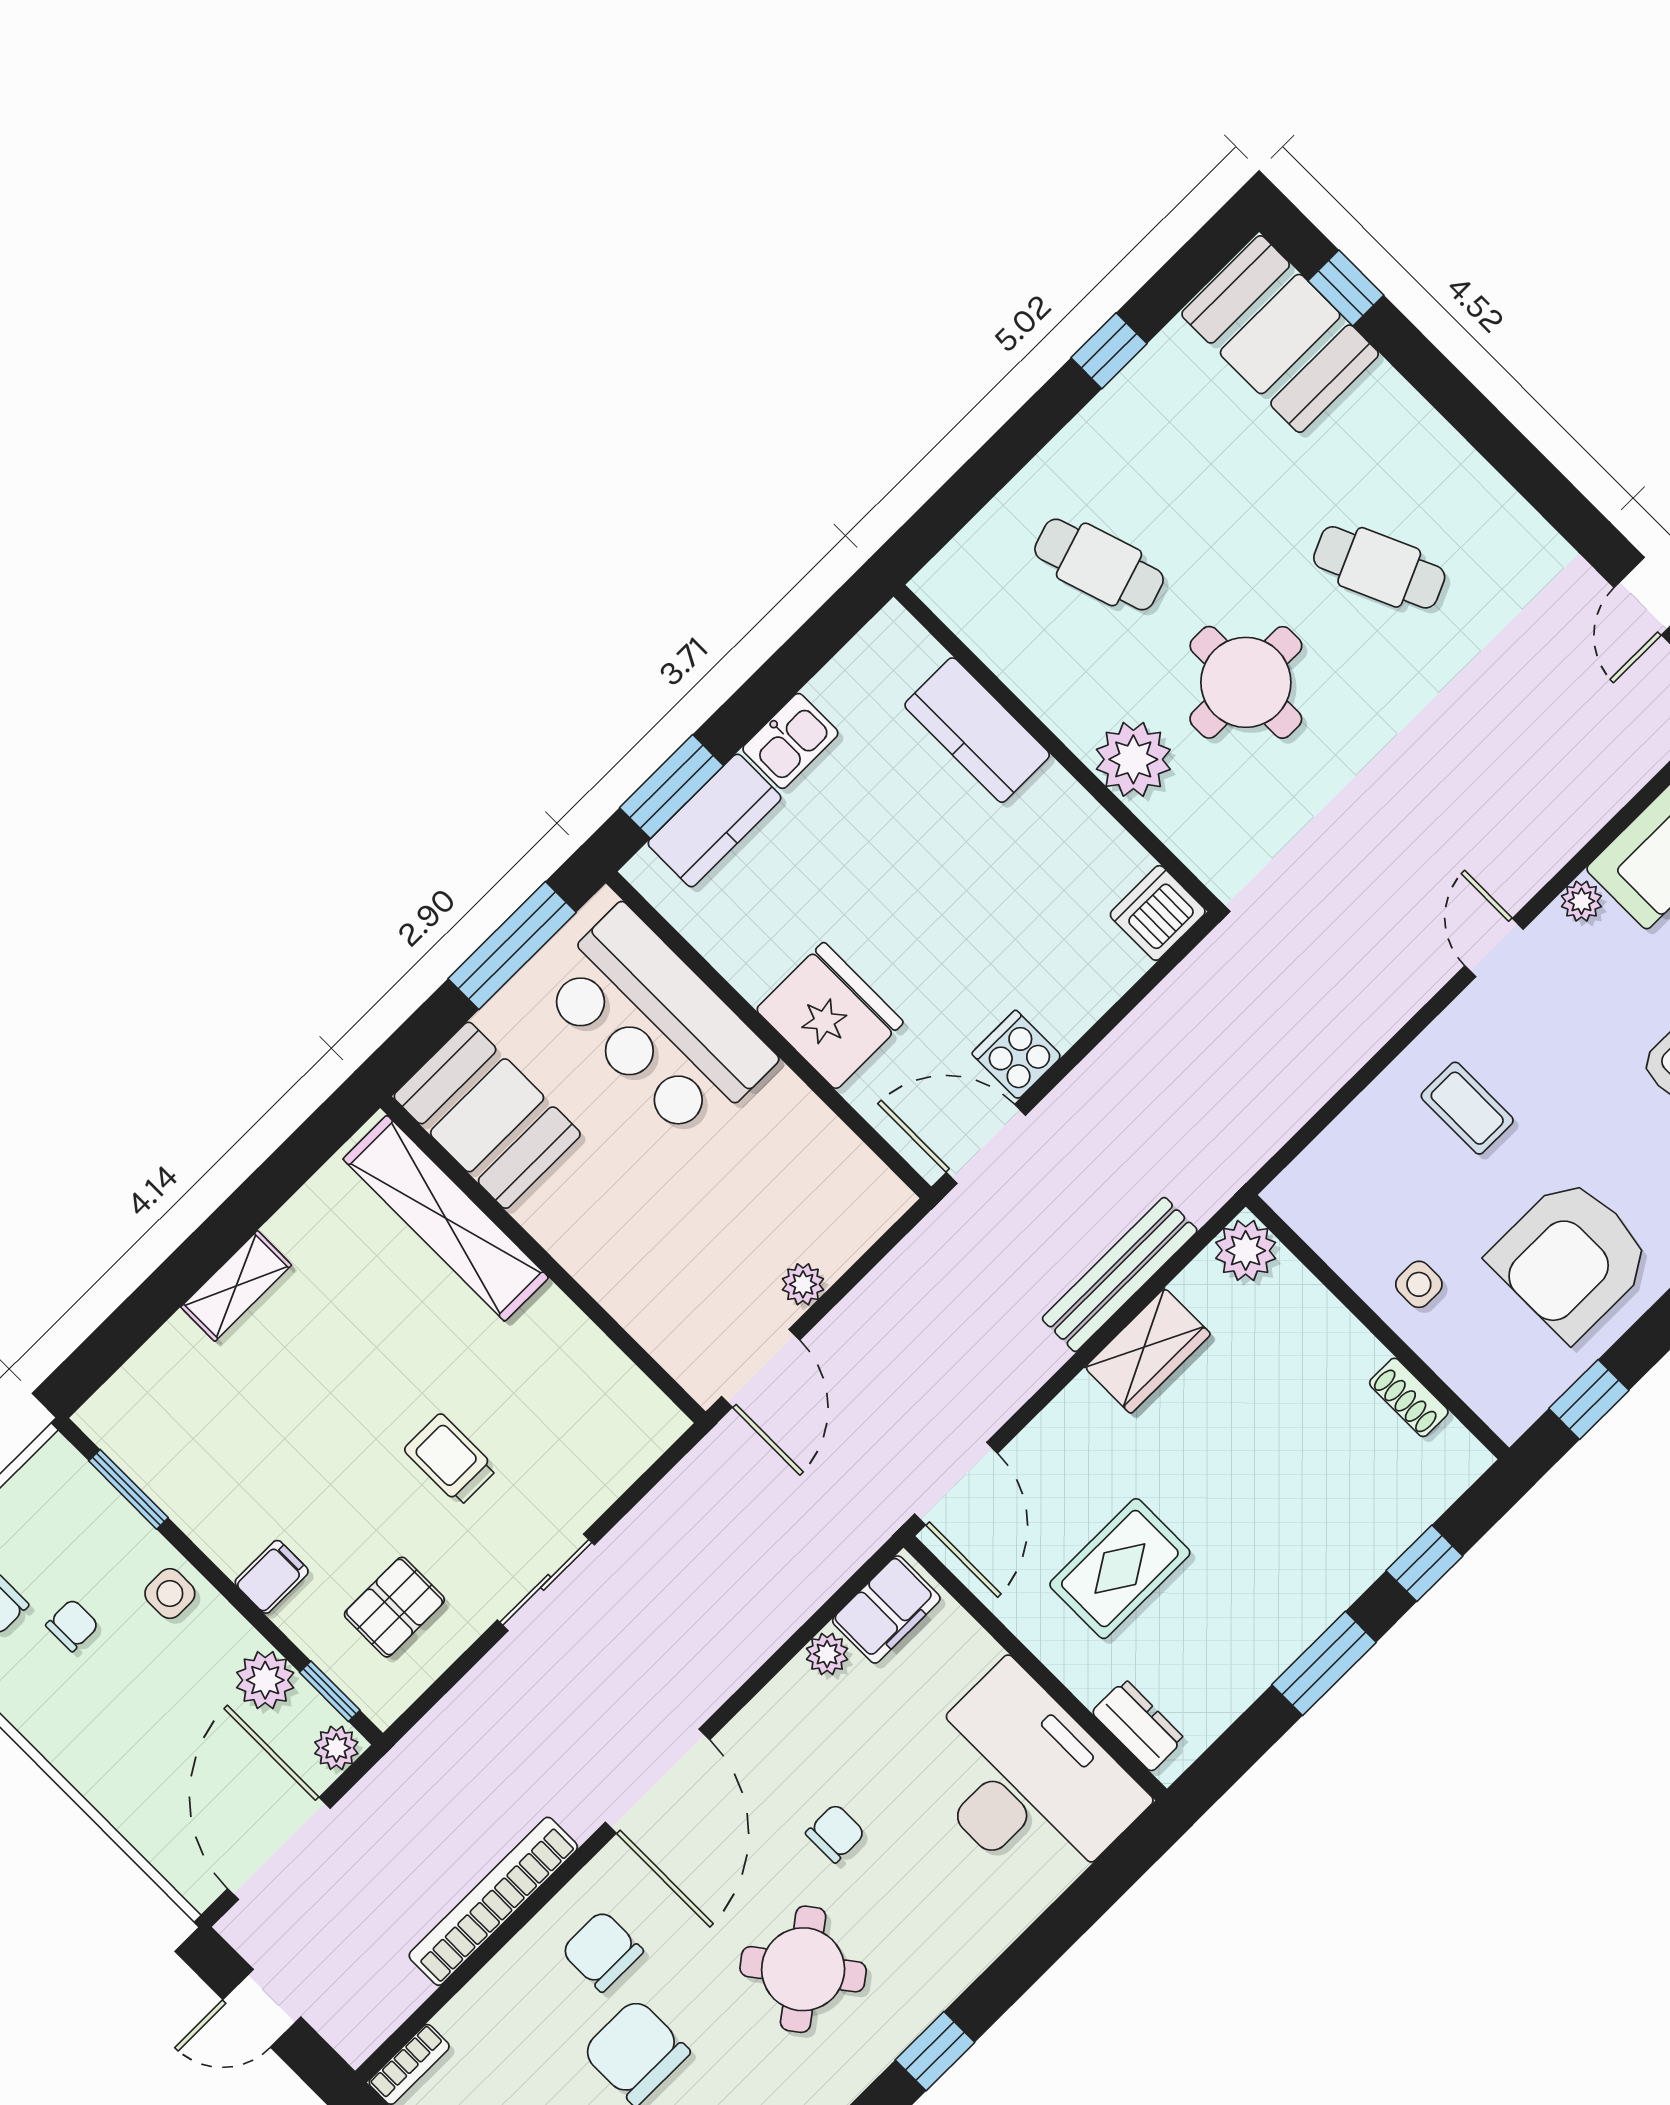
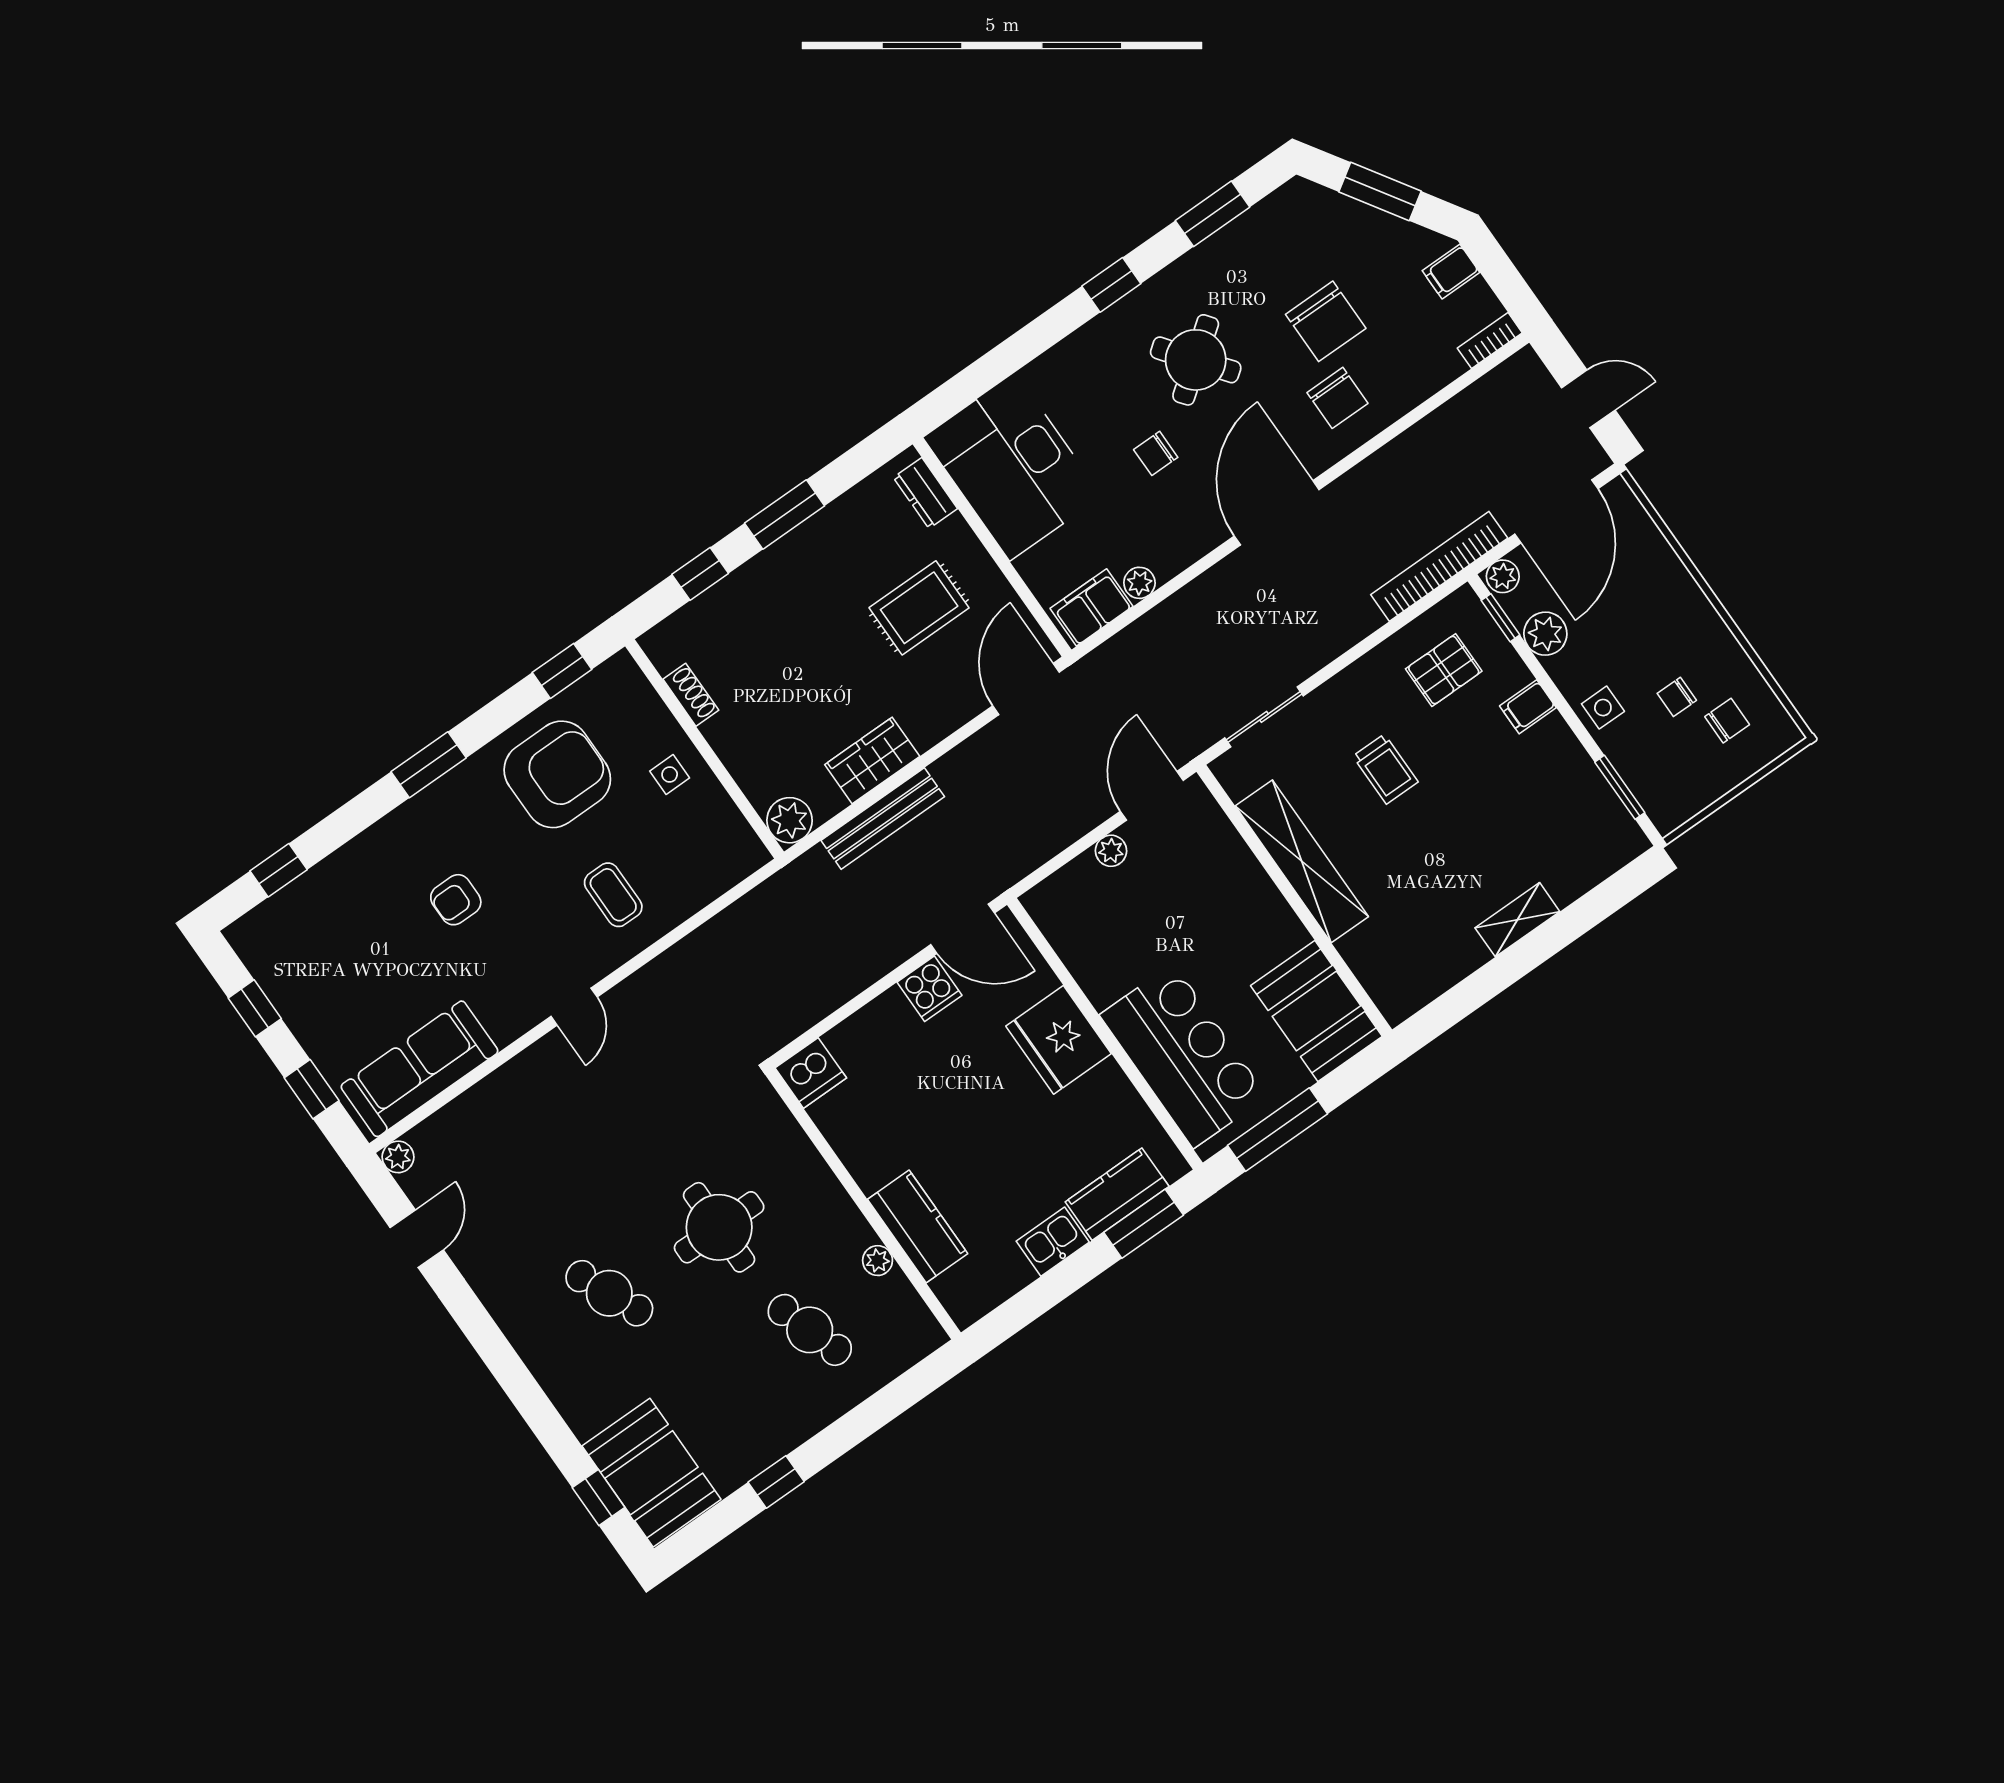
plant: (1133, 759) -> (878, 1261), moved, width x0.53, depth x0.53
plant: (1581, 901) -> (506, 1029), removed
shelving: (446, 1218) -> (1302, 861), moved
sliding door: (546, 1582) -> (1264, 717), moved
bookcase: (493, 1901) -> (1439, 566), moved, turned 180

